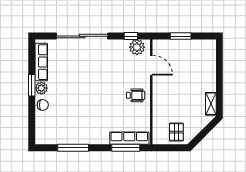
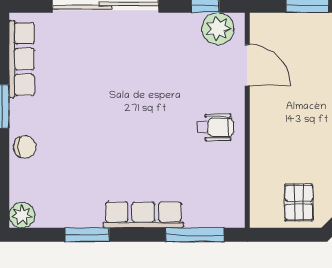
plant: (41, 88) -> (22, 215), moved
row of seats: (129, 138) -> (143, 215), moved
window: (73, 148) -> (87, 235), width x0.69

